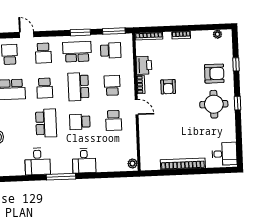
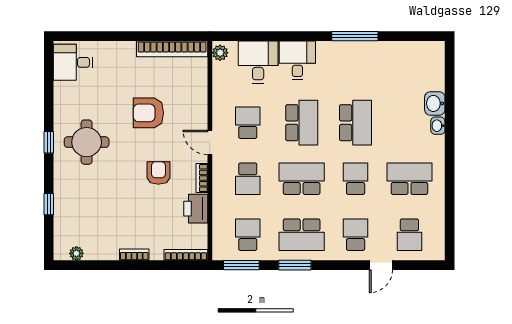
door: (27, 35) -> (381, 265), hinge flipped
school desk: (111, 50) -> (248, 235), turned 90
armchair: (214, 74) -> (148, 113), moved
school desk: (78, 87) -> (302, 179), turned -90
school desk: (80, 122) -> (302, 123), width x1.85
school desk: (46, 123) -> (356, 123), turned 180
desk: (37, 161) -> (258, 62), moved
bookcase: (183, 164) -> (172, 49), moved
window: (61, 177) -> (355, 36), moved

